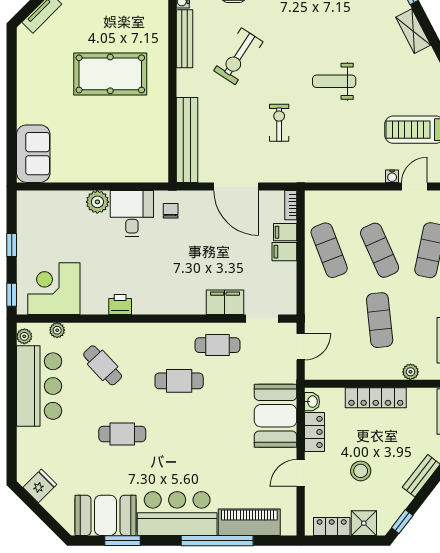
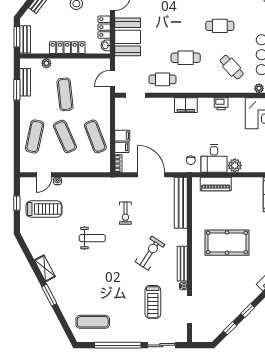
piano: (129, 171) -> (216, 184), added
filing cabinet: (225, 302) -> (186, 105), moved

